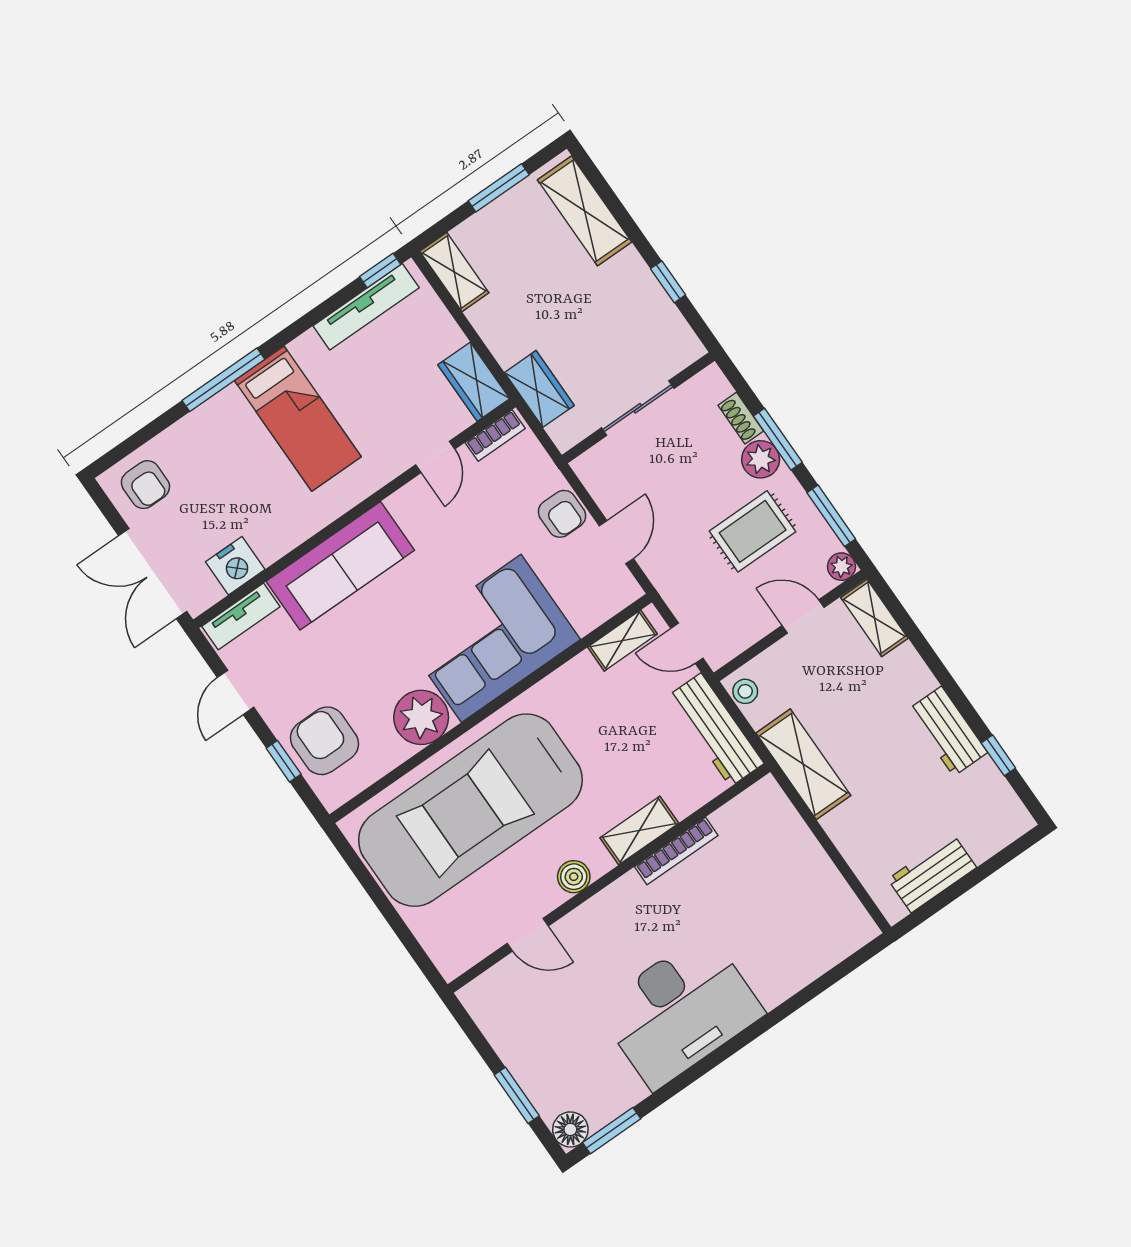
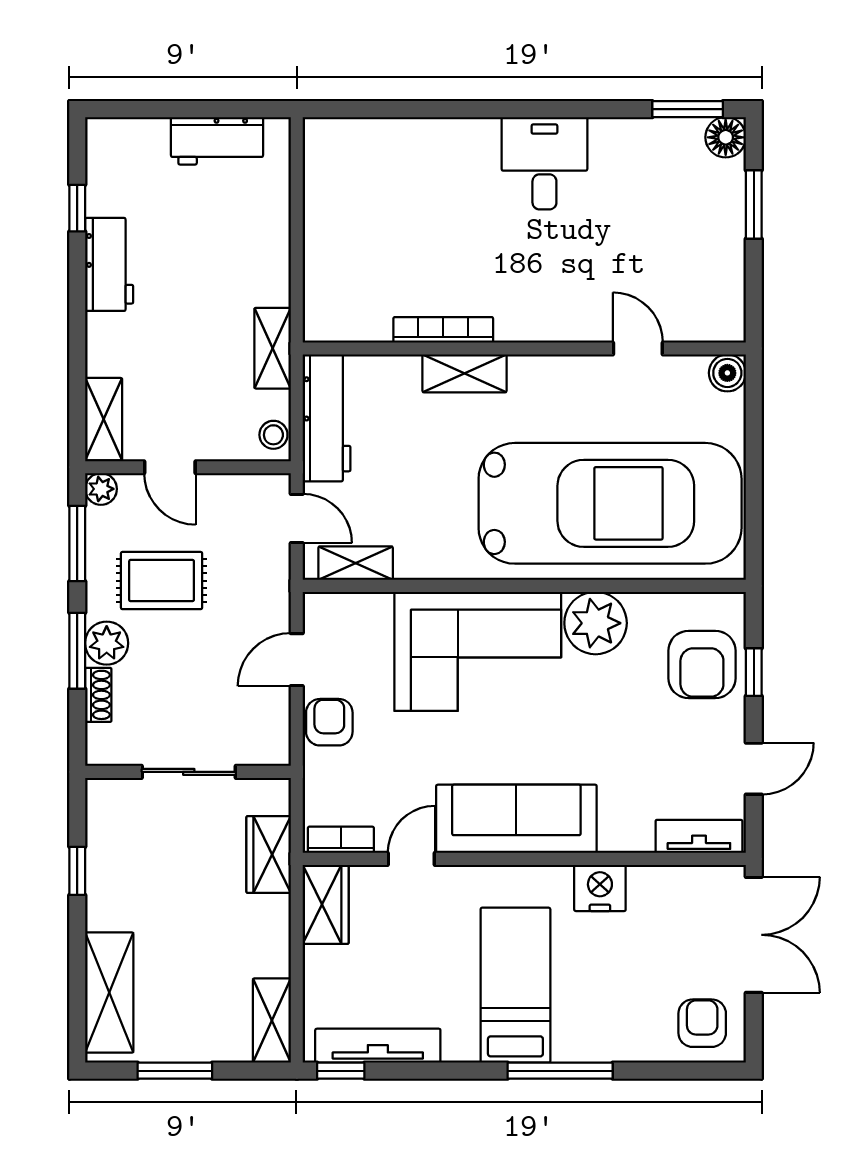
nightstand: (235, 566) -> (600, 888), moved
sofa: (340, 566) -> (516, 819), moved
shelving: (803, 764) -> (273, 348), width x0.67, depth x0.75
boiler: (574, 877) -> (727, 373), moved
desk: (680, 1011) -> (544, 163), width x0.53, depth x0.77

